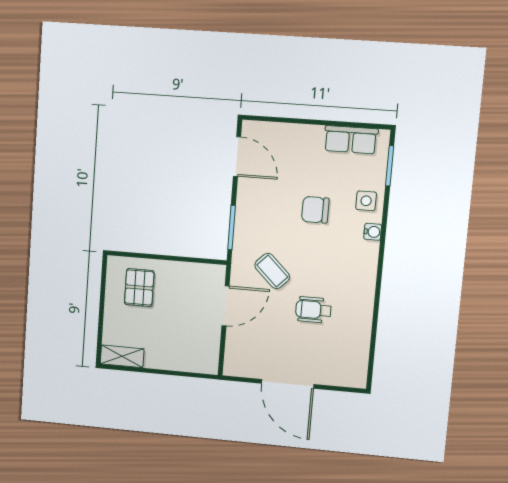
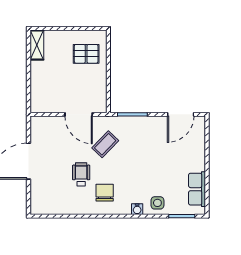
chair: (315, 210) -> (105, 193), moved

